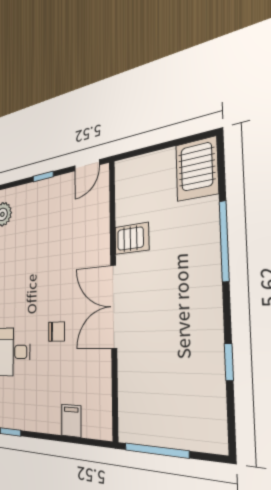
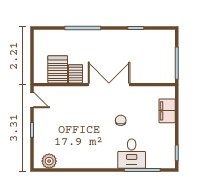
server rack: (197, 169) -> (58, 69), moved, turned -90
double door: (114, 307) -> (109, 85), swing flipped
filing cabinet: (71, 421) -> (167, 111), width x2.00

